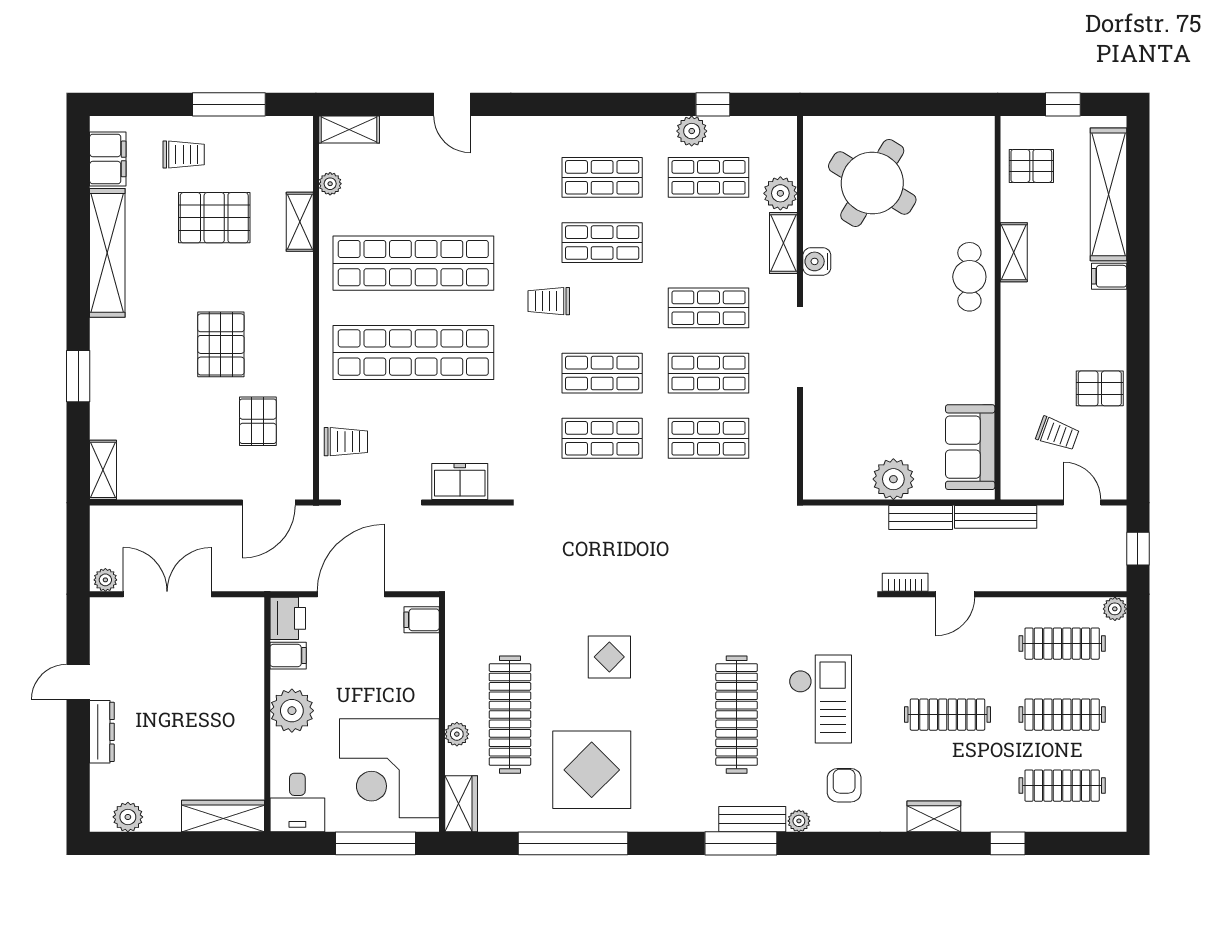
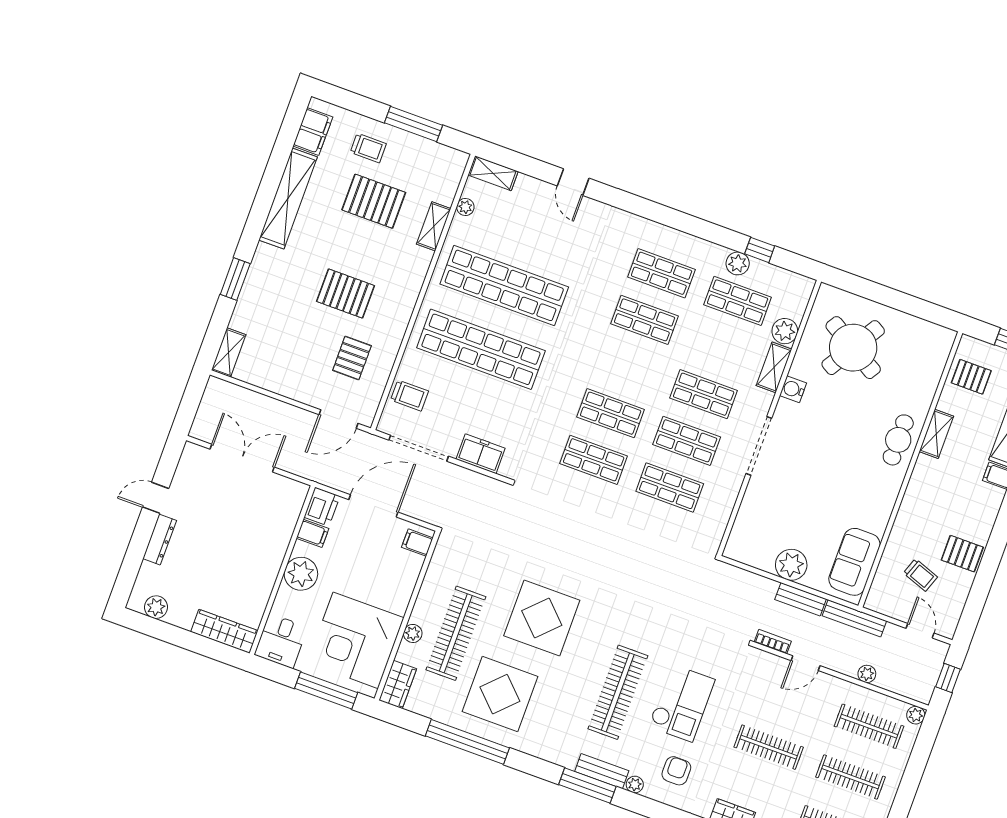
trolley: (549, 301) -> (591, 348), removed
pallet: (221, 344) -> (345, 293), turned 90
plant: (105, 580) -> (867, 674), moved
display table: (609, 657) -> (542, 618), width x1.86, depth x1.86

